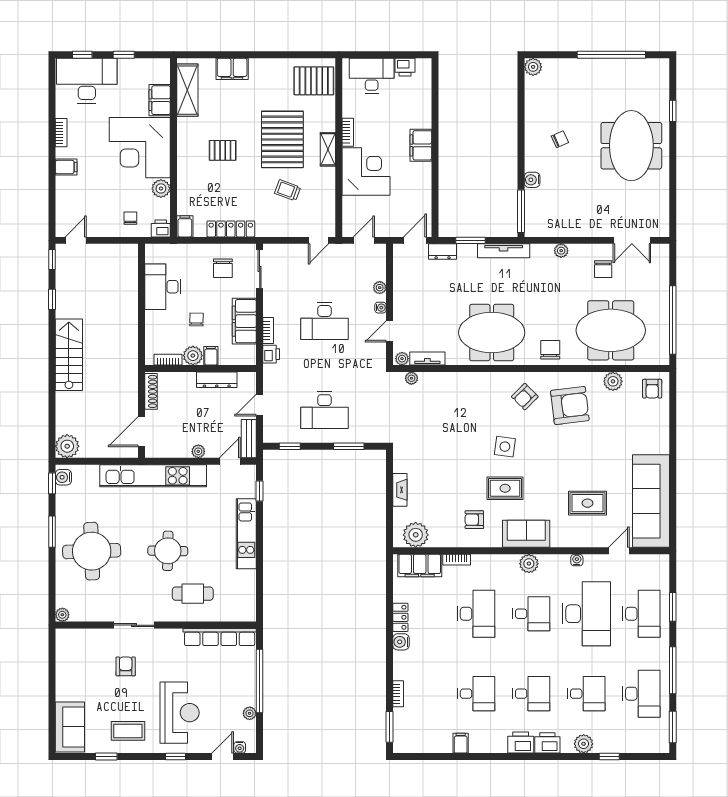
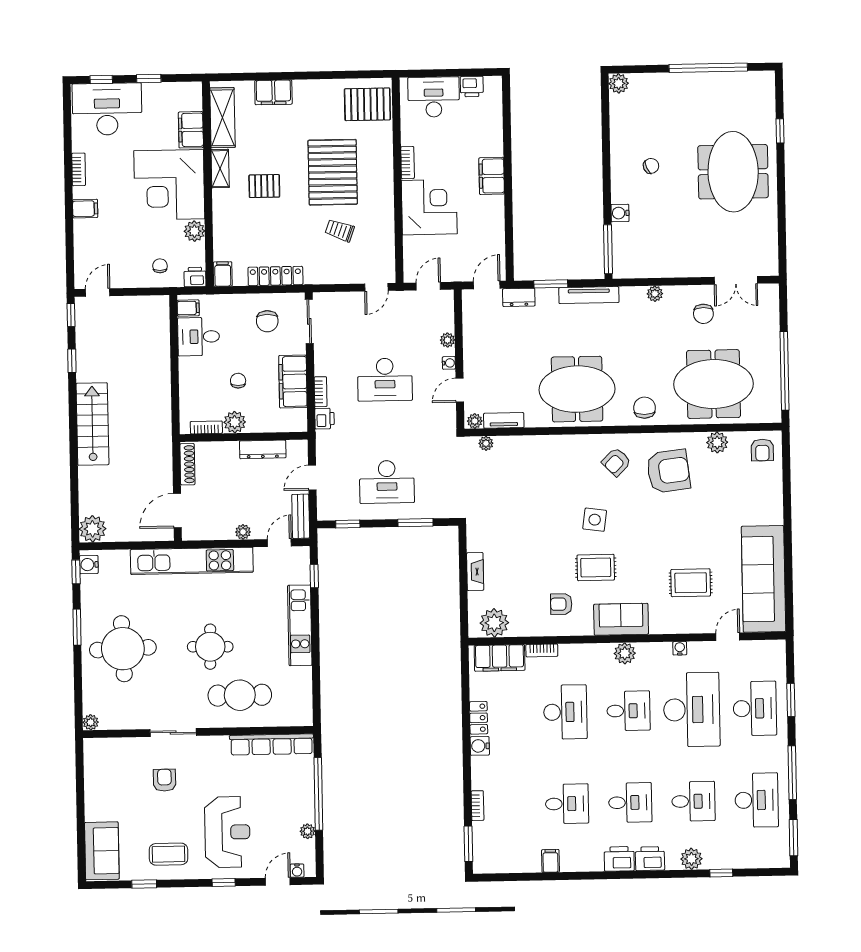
shelving: (328, 149) -> (220, 169), moved
desk: (163, 287) -> (199, 337), width x0.73
filing cabinet: (211, 356) -> (188, 308), moved, turned 90
cafe table: (193, 594) -> (240, 695), width x1.37, depth x1.35

